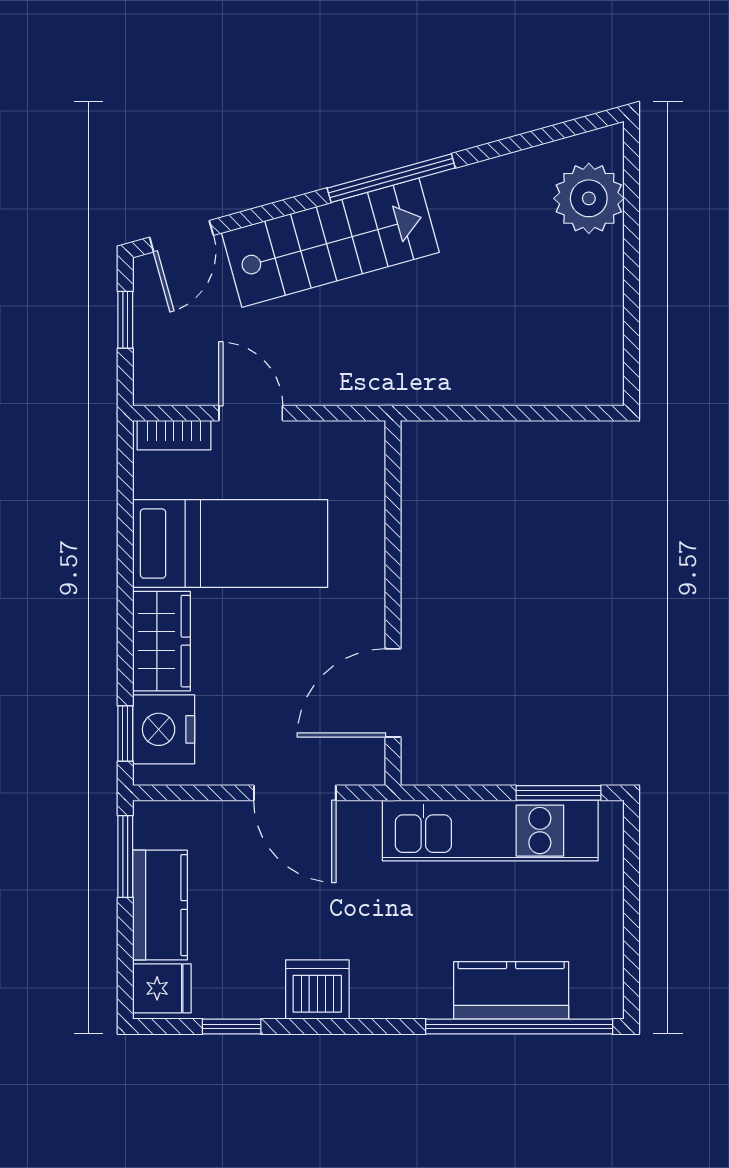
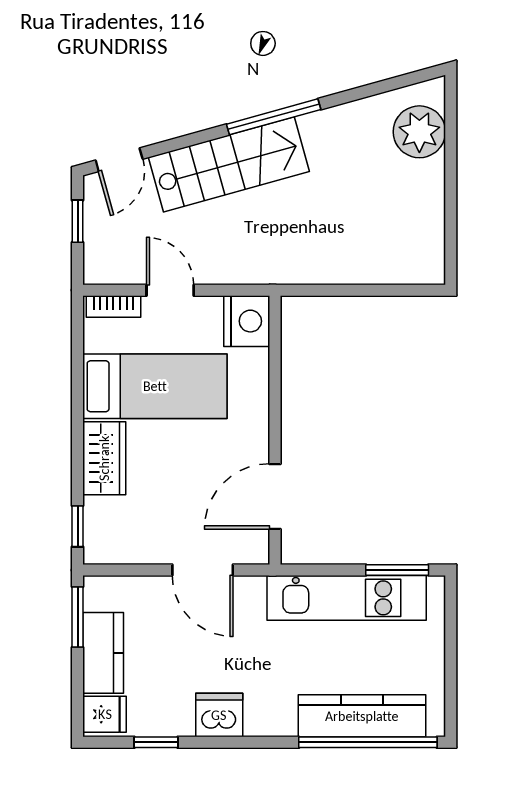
nightstand: (164, 729) -> (247, 321), moved, turned 180
kitchen counter: (511, 990) -> (362, 716), width x1.50

